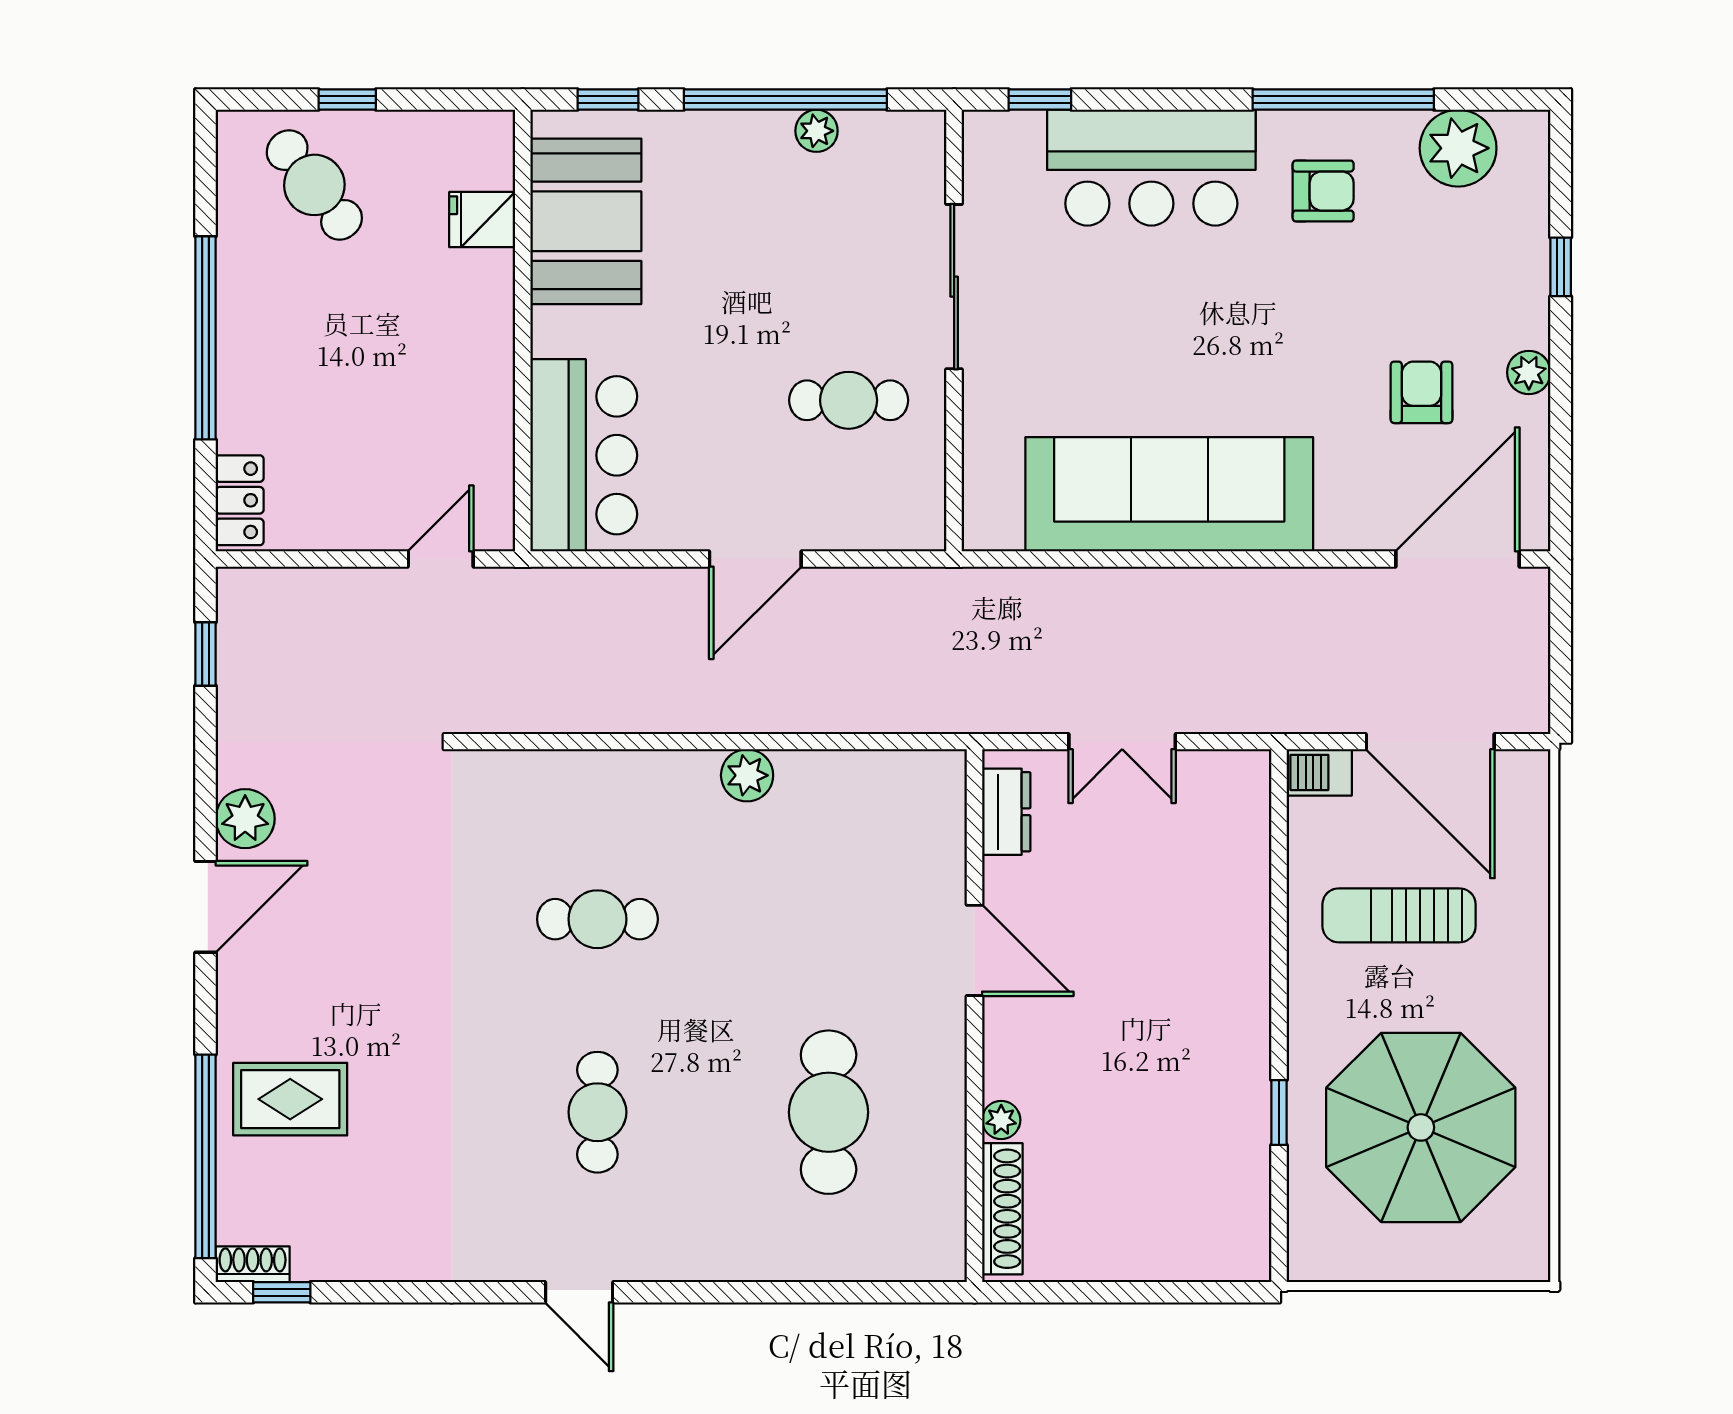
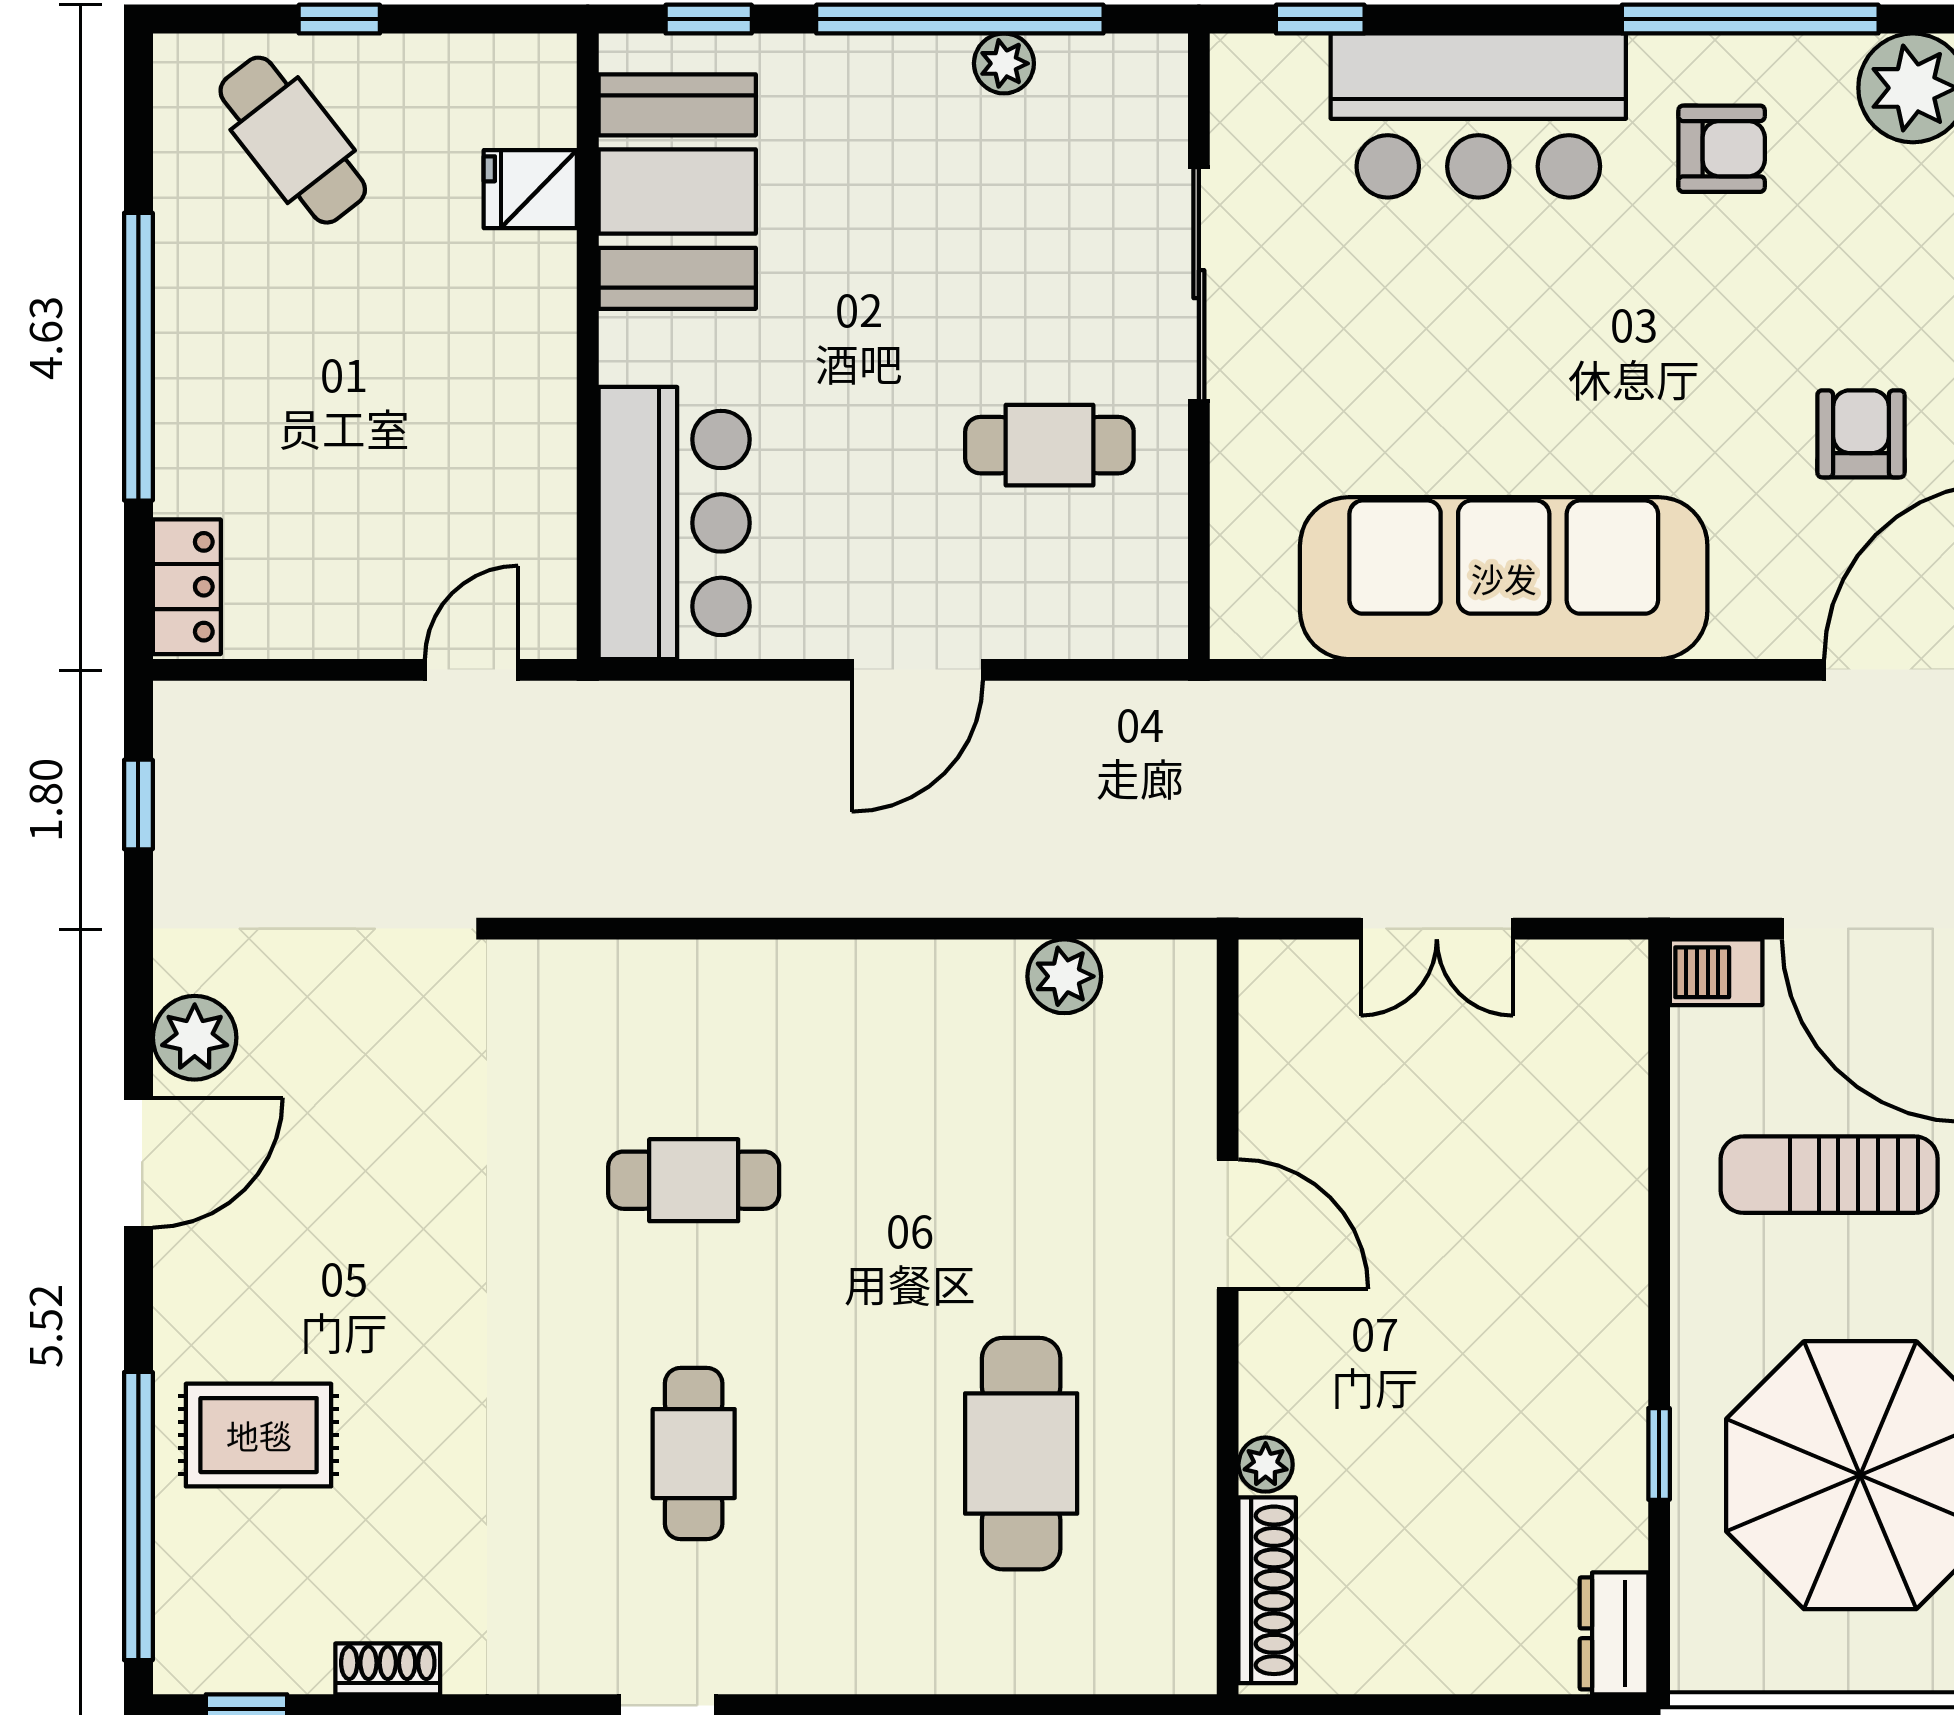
plant: (747, 775) -> (1064, 976), moved
dresser: (1006, 812) -> (1614, 1633), moved, turned 180
shoe rack: (253, 1264) -> (388, 1669), moved

